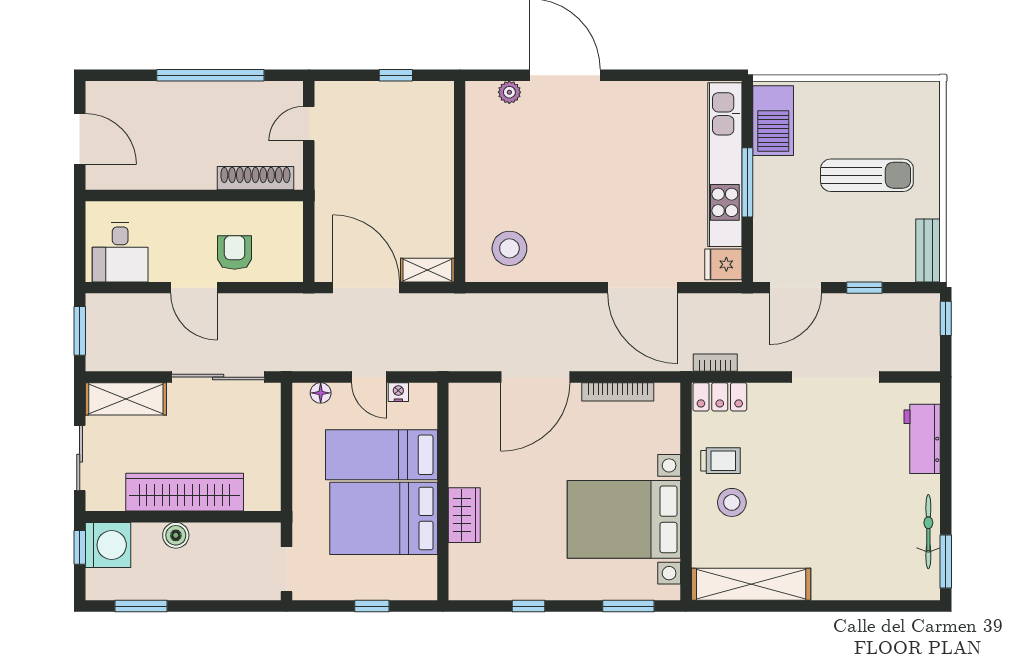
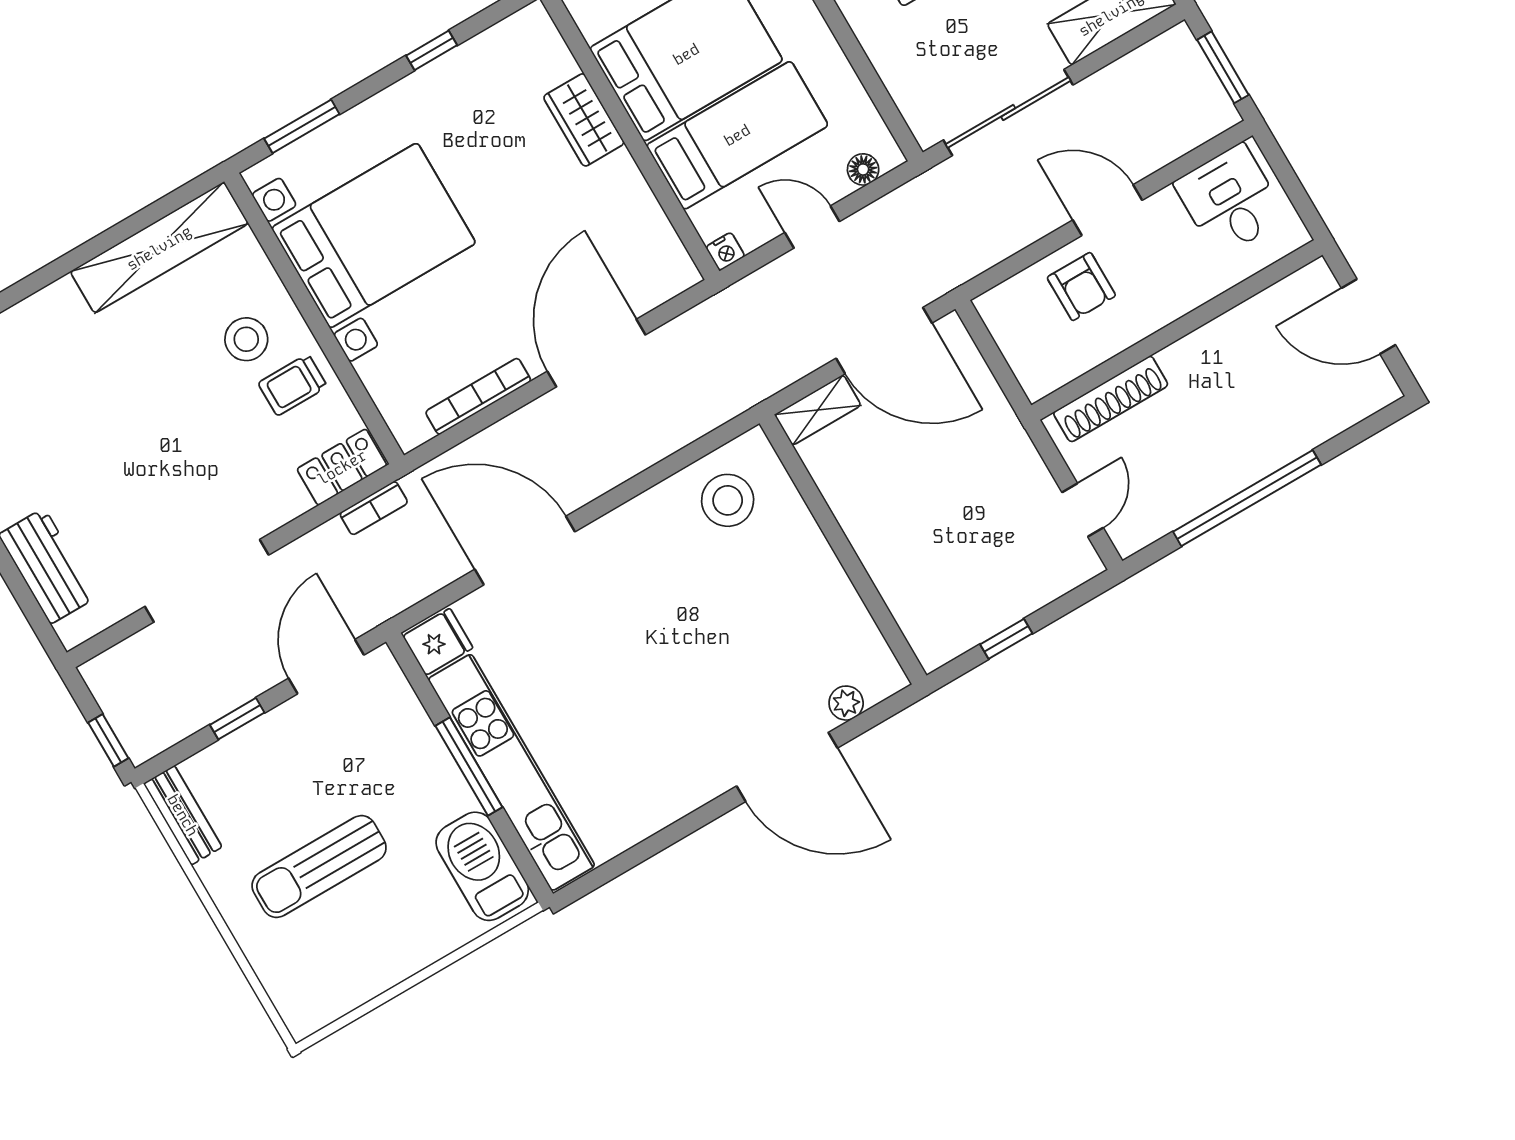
nightstand: (398, 392) -> (725, 252), moved

